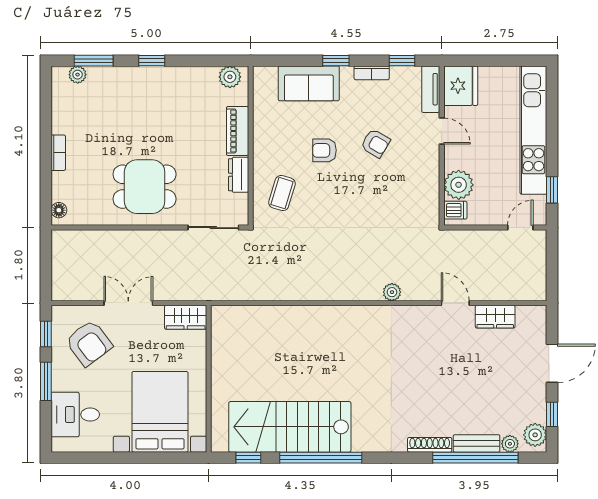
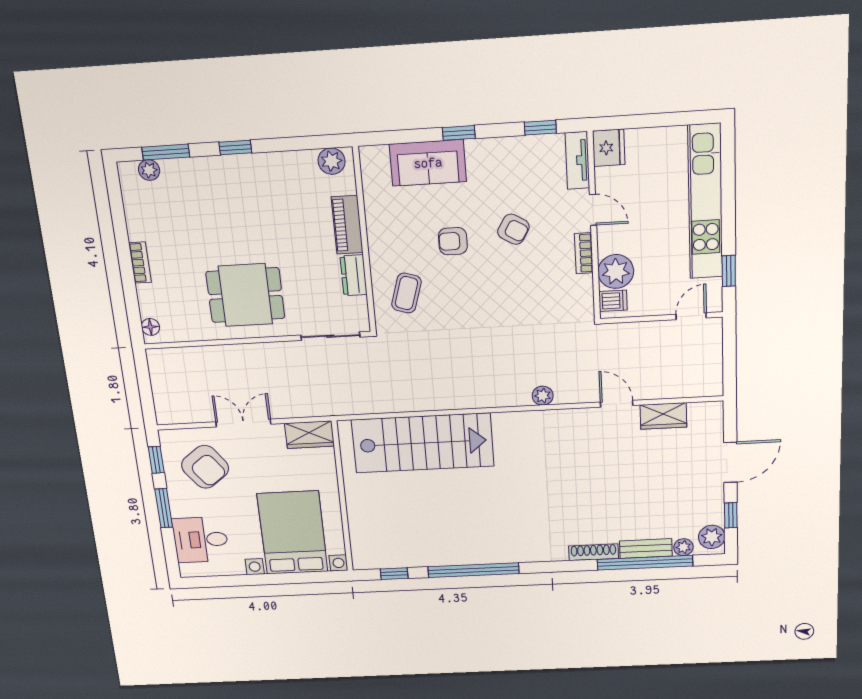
bookcase: (372, 73) -> (584, 253), moved, turned 90
fridge: (461, 86) -> (609, 148), width x0.73, depth x0.75
stairs: (290, 427) -> (423, 443), moved, turned 180

